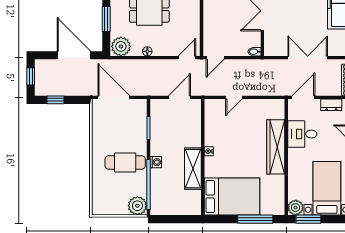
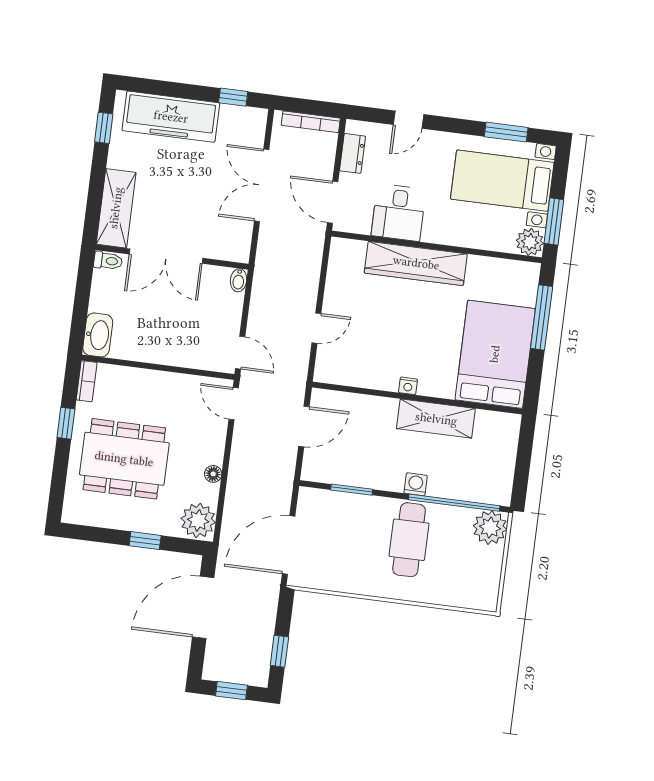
window: (106, 19) -> (145, 541), width x0.67
door: (179, 97) -> (304, 426), swing flipped
door: (234, 97) -> (316, 328), hinge flipped

